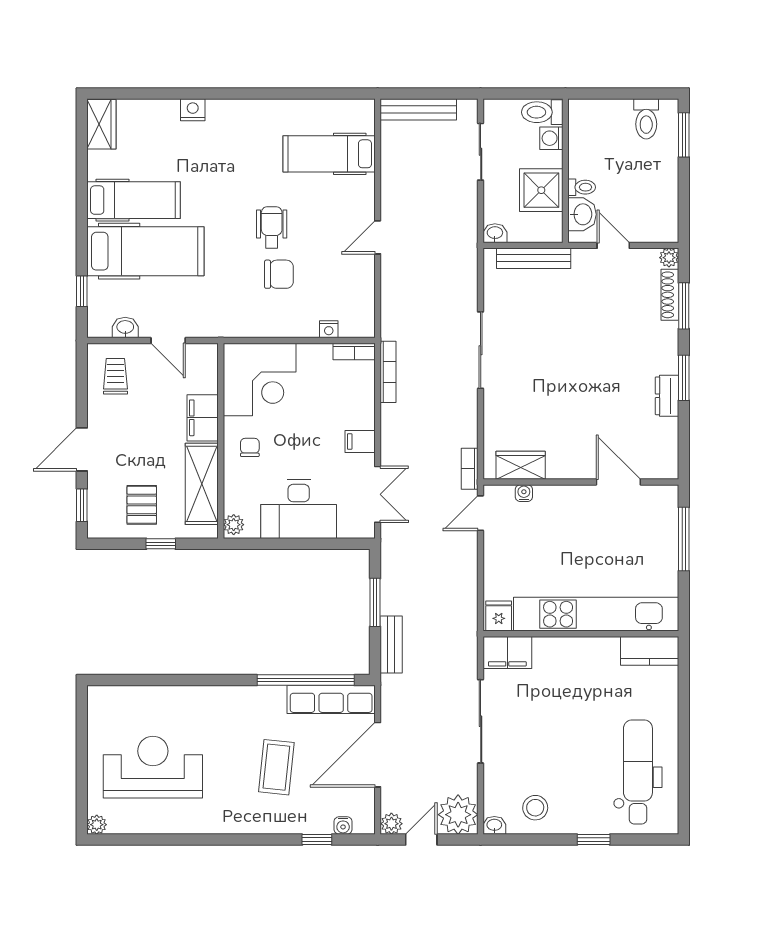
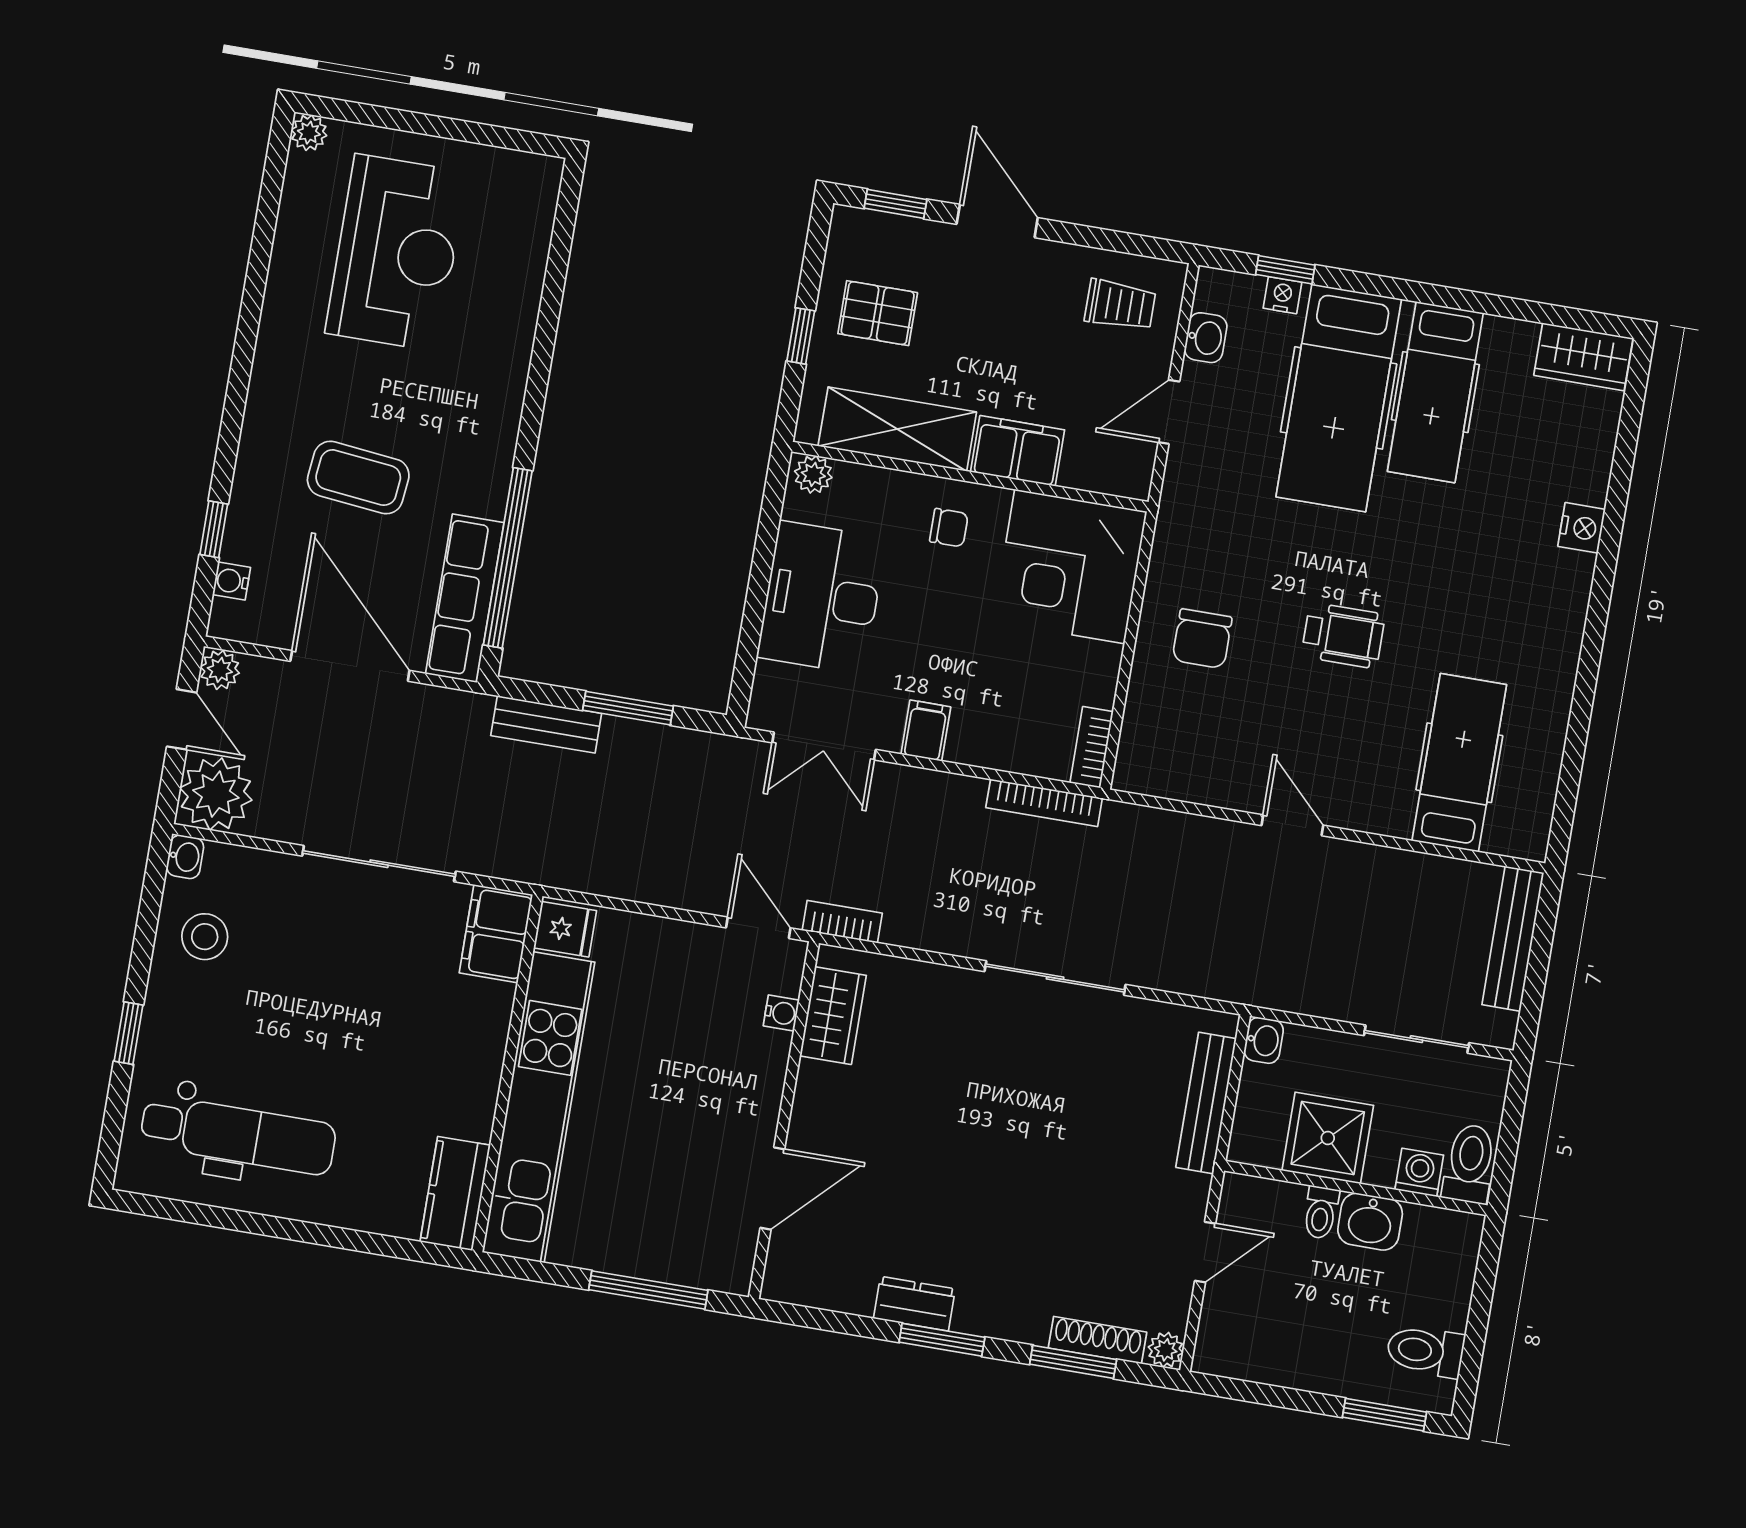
washbasin: (582, 214) -> (1370, 1222), moved
chair: (279, 274) -> (1202, 639), moved
nightstand: (329, 329) -> (1282, 295), moved, turned 90

